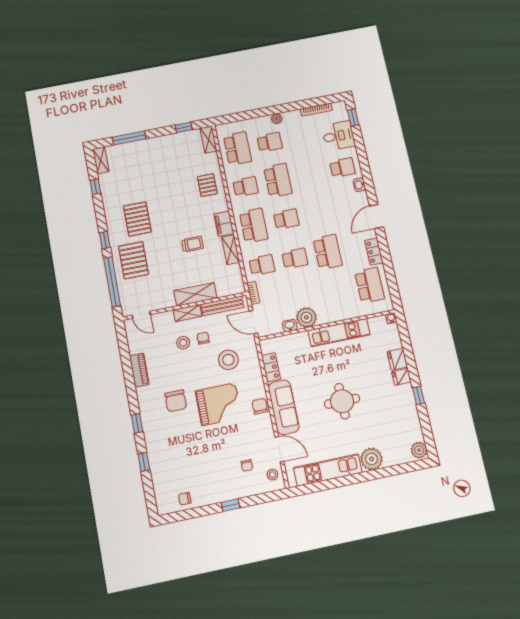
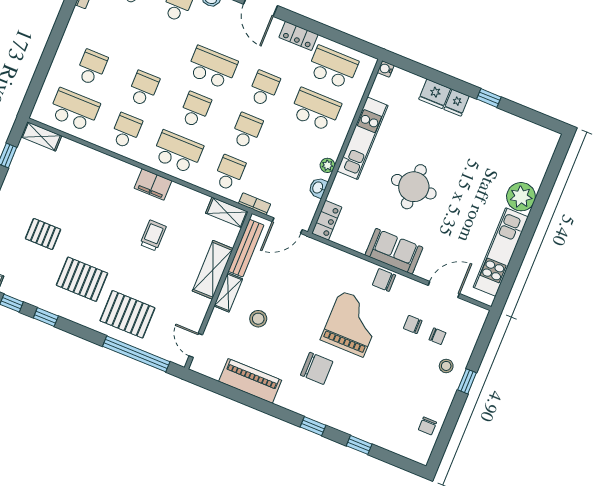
plant: (277, 119) -> (69, 40), removed
school desk: (278, 180) -> (143, 89), width x0.54
pallet: (207, 185) -> (43, 234), moved
school desk: (319, 213) -> (212, 67), added
window: (105, 240) -> (46, 317), moved
shelving: (231, 250) -> (227, 213), moved
school desk: (328, 252) -> (264, 89), width x0.54
school desk: (337, 292) -> (316, 110), added
door: (141, 315) -> (196, 345), swing flipped
plant: (306, 317) -> (327, 165), width x0.53, depth x0.53
chair: (203, 338) -> (413, 325), moved
stool: (228, 360) -> (310, 281), removed
locker: (271, 367) -> (327, 220), moved, turned 90
piano: (139, 370) -> (250, 381), width x1.37, depth x1.33
round table: (342, 401) -> (414, 187), moved
sofa: (284, 407) -> (394, 251), width x0.73
plant: (419, 450) -> (546, 139), removed
stool: (272, 475) -> (446, 366), moved

